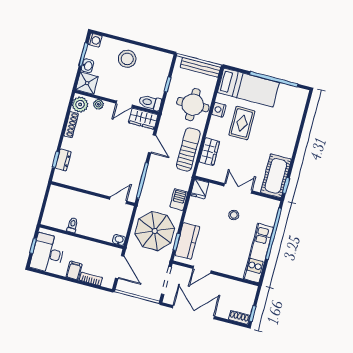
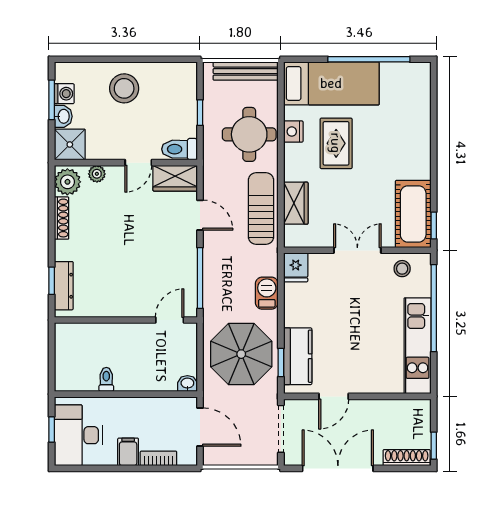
washing machine: (95, 40) -> (64, 94), moved
dresser: (63, 160) -> (64, 286), width x1.44
stool: (234, 215) -> (402, 269), moved
shoe rack: (239, 317) -> (407, 458), width x1.43

